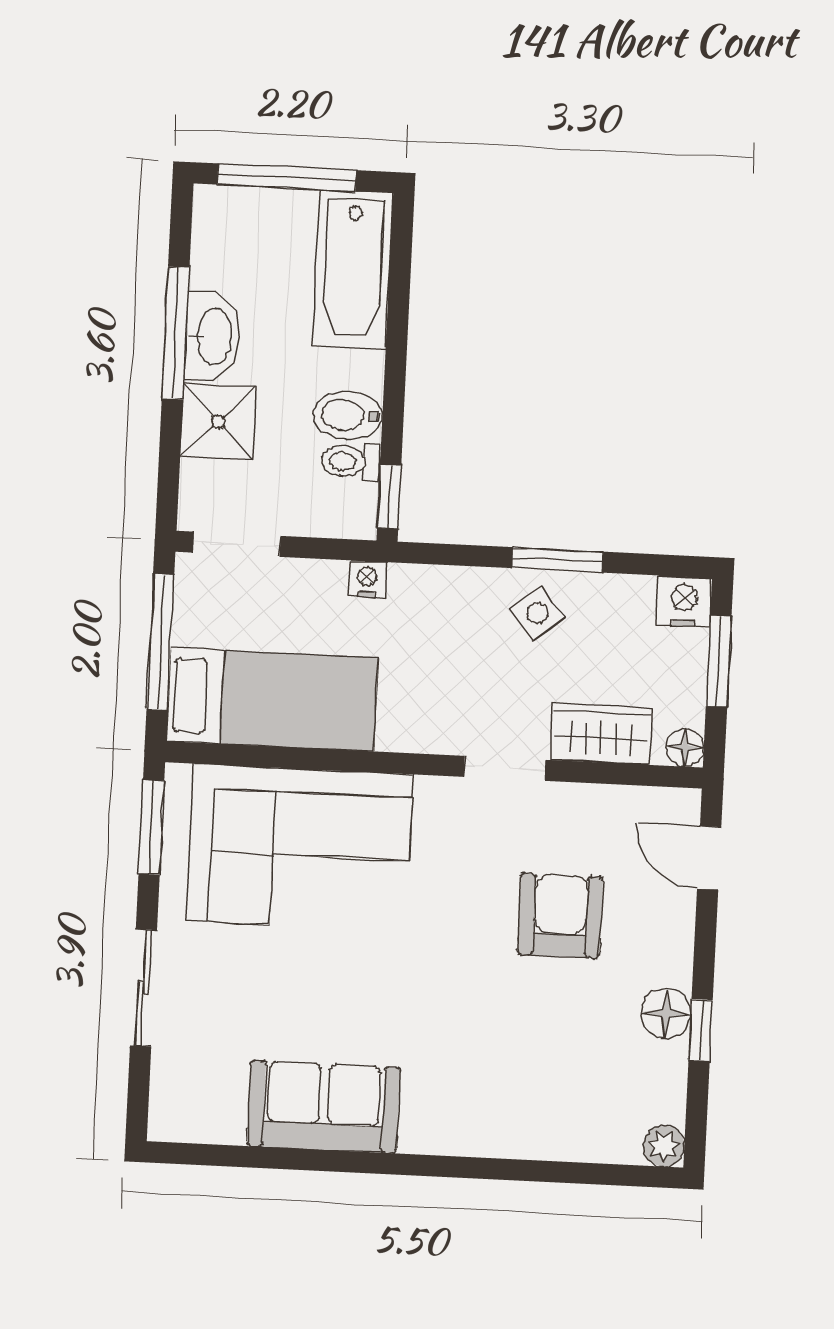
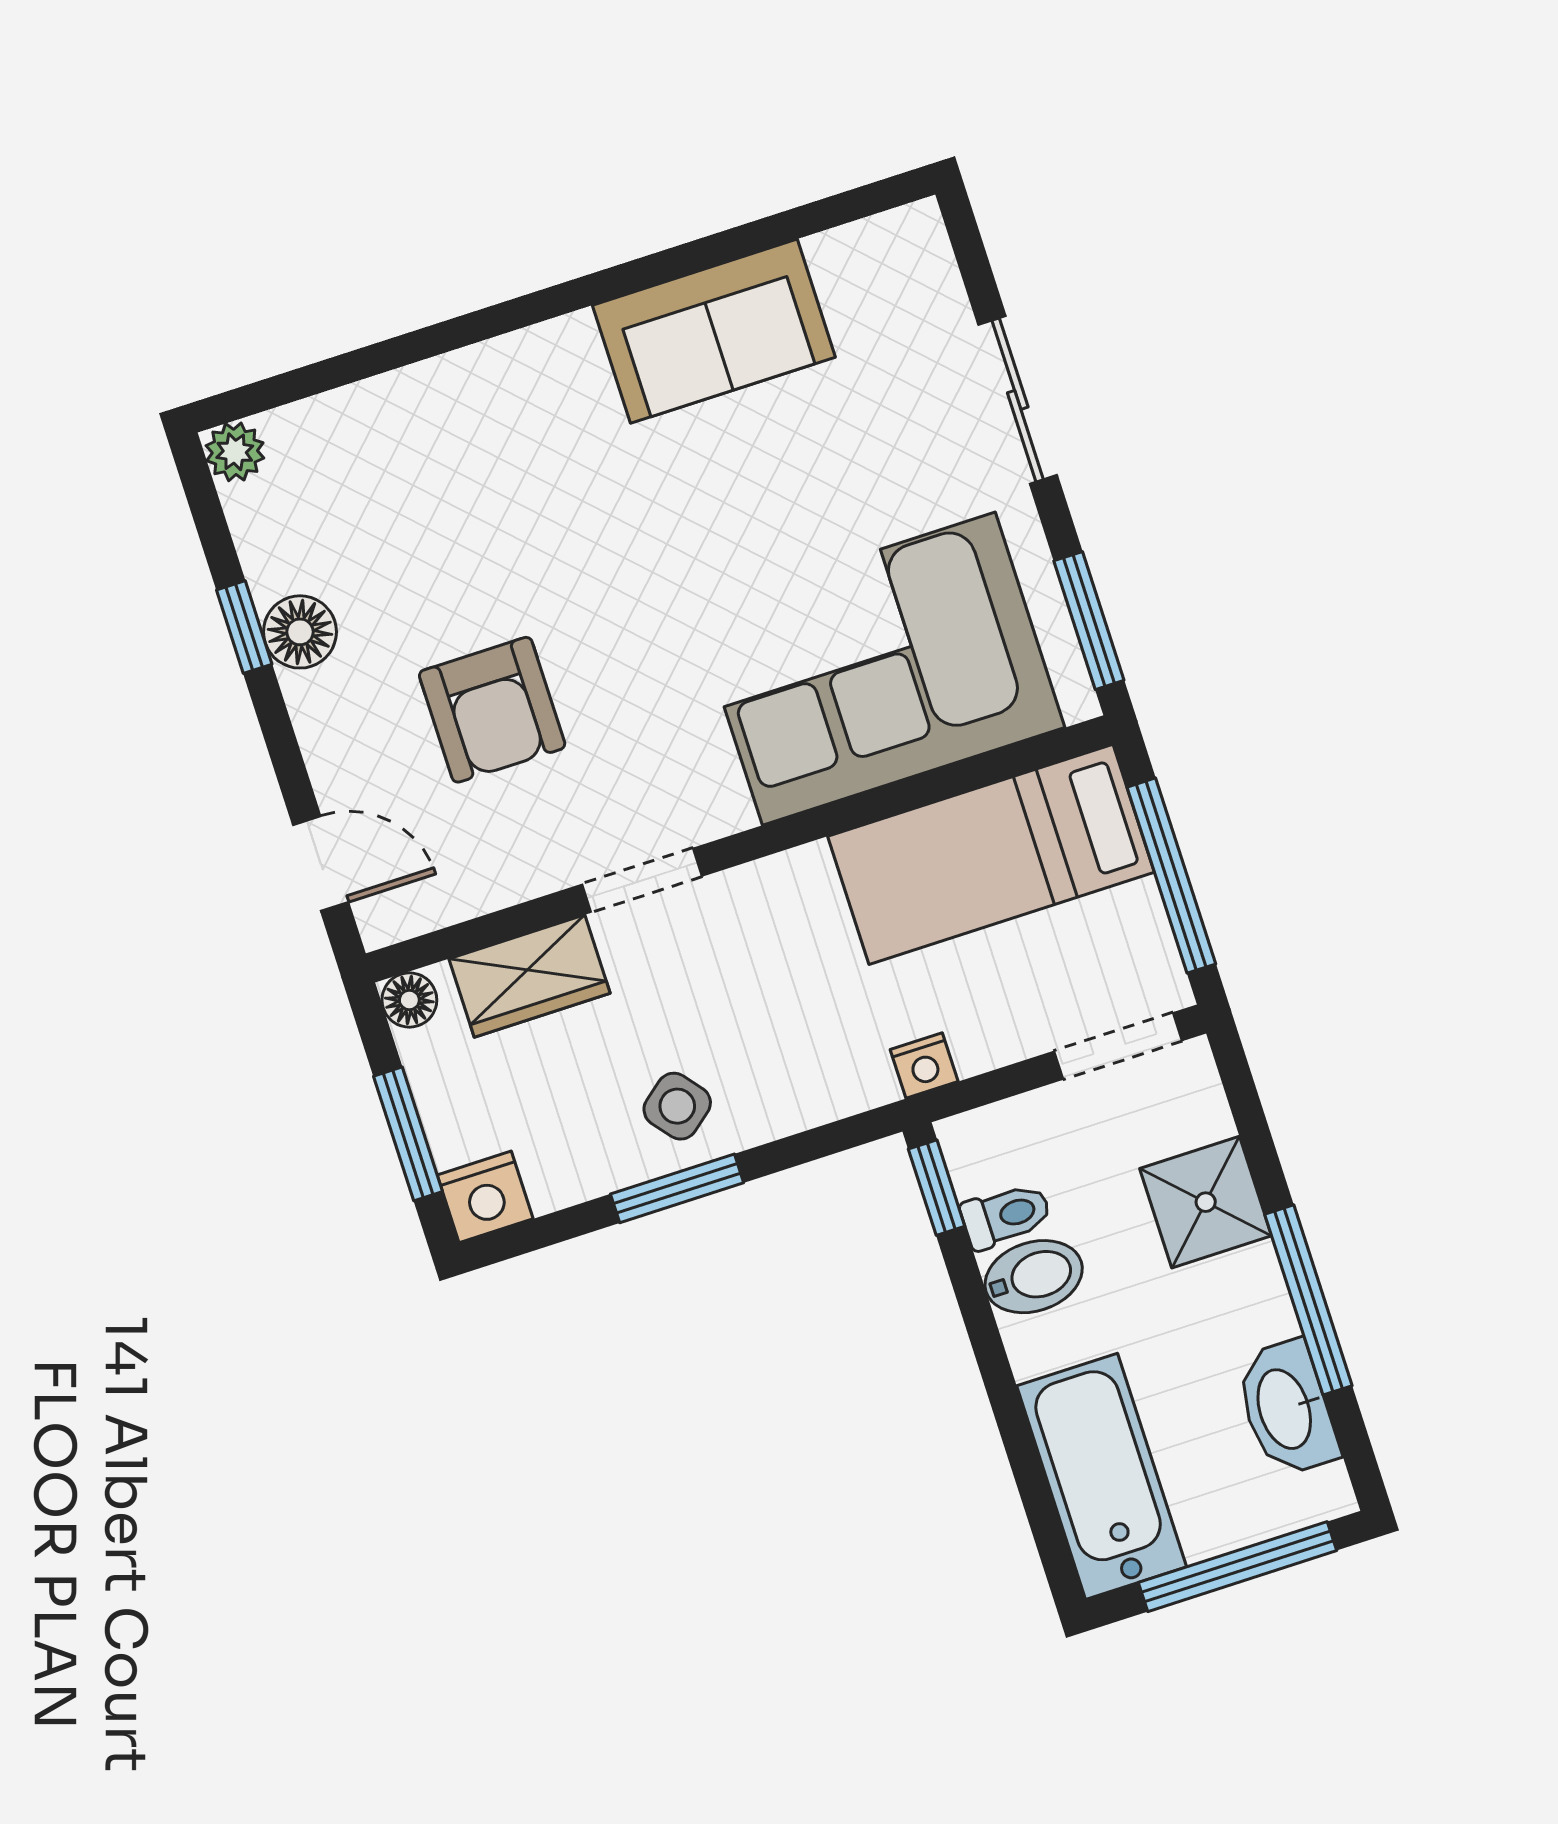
washbasin: (213, 336) -> (1286, 1408), moved

